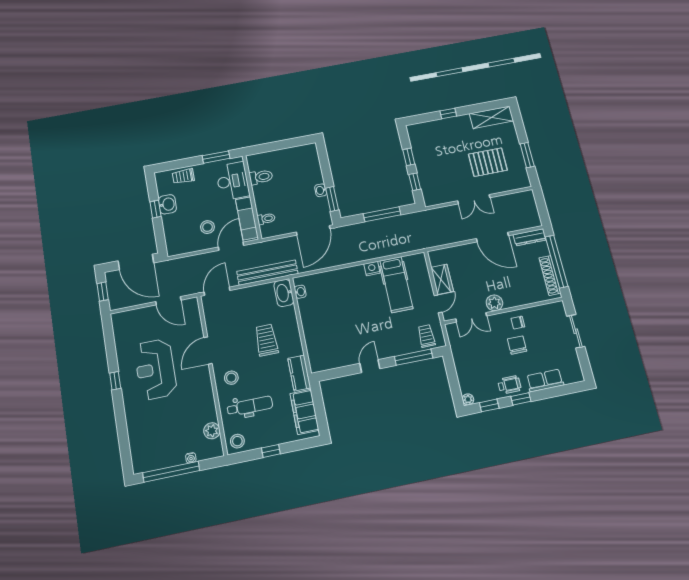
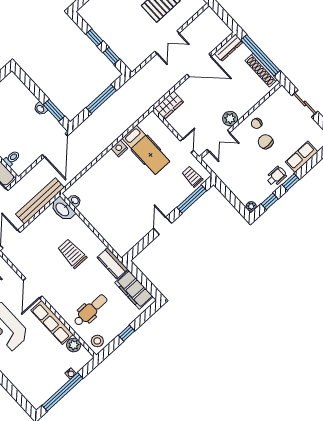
wardrobe: (442, 279) -> (169, 105), moved, turned 90
stool: (231, 378) -> (63, 298), removed
row of seats: (205, 395) -> (52, 322), added

